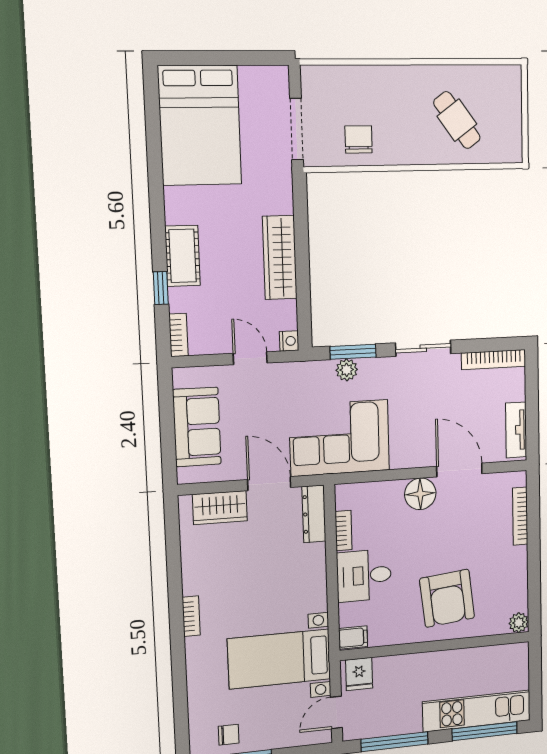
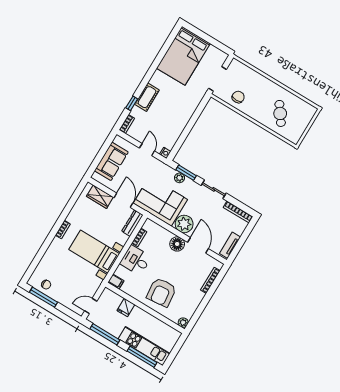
wardrobe: (280, 257) -> (182, 120), removed
plant: (410, 449) -> (184, 224), added
bed with nightstands: (279, 659) -> (94, 252), moved
fridge: (359, 674) -> (126, 307), moved

